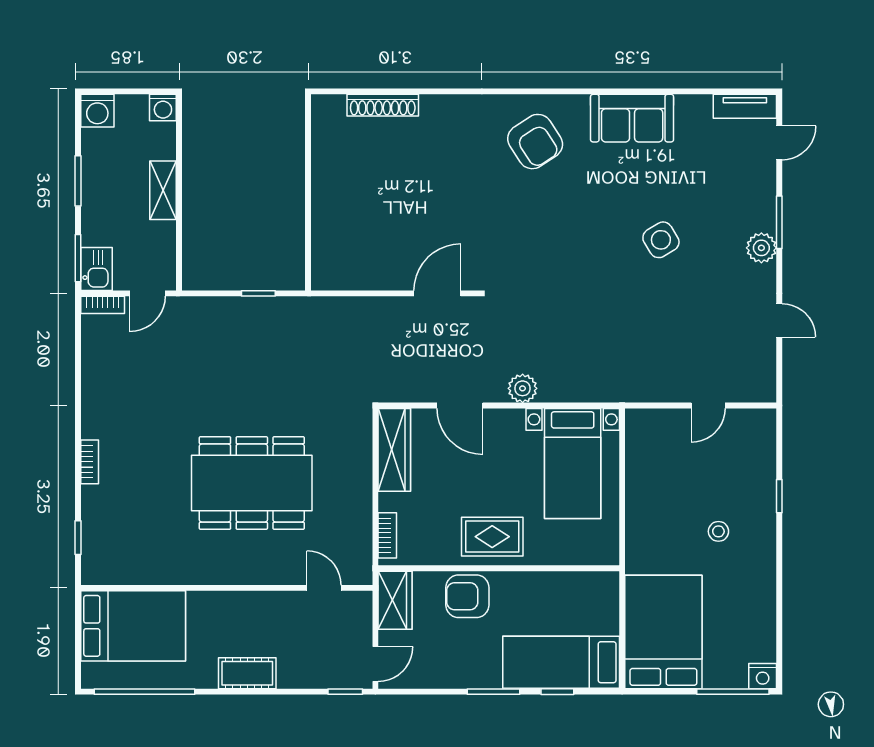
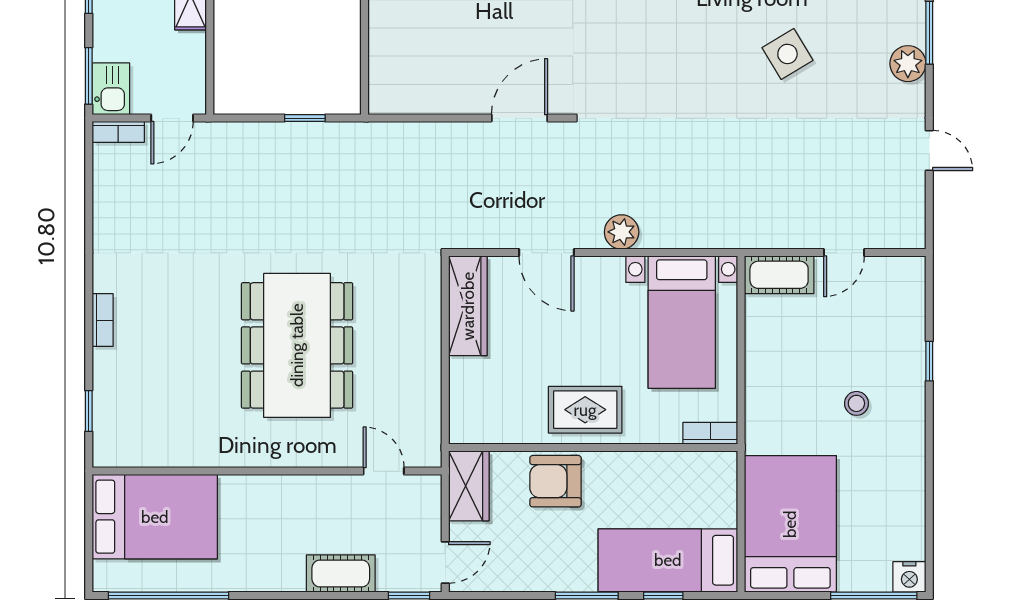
cot: (654, 424) -> (779, 275), added
dining table: (252, 483) -> (297, 345), turned 90
bookcase: (387, 535) -> (710, 433), moved, turned -90
cot: (247, 673) -> (341, 573), moved

